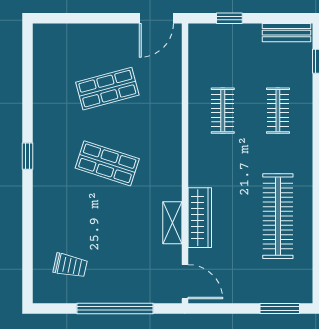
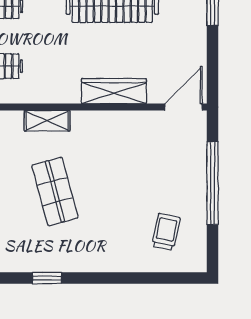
shop shelf: (107, 163) -> (55, 191), turned -33
shelving: (172, 223) -> (47, 121), moved

